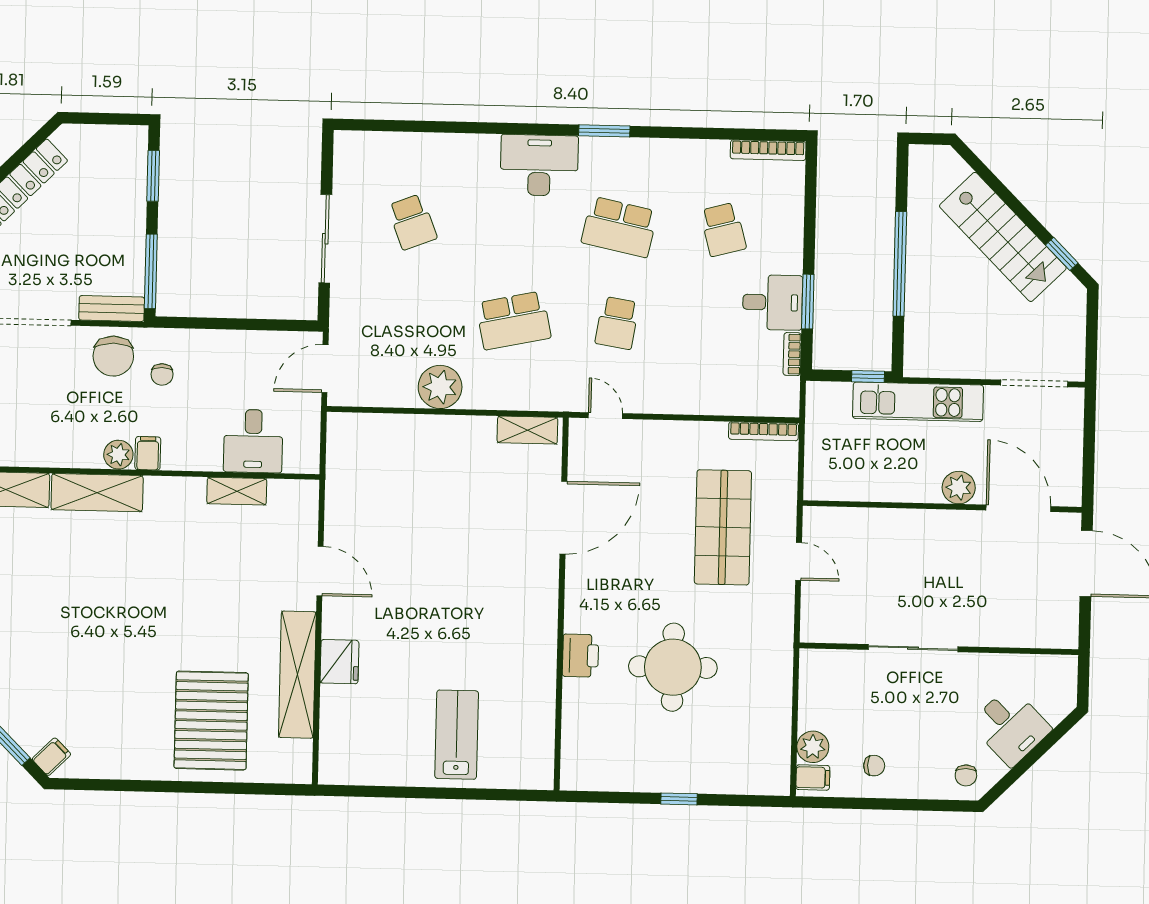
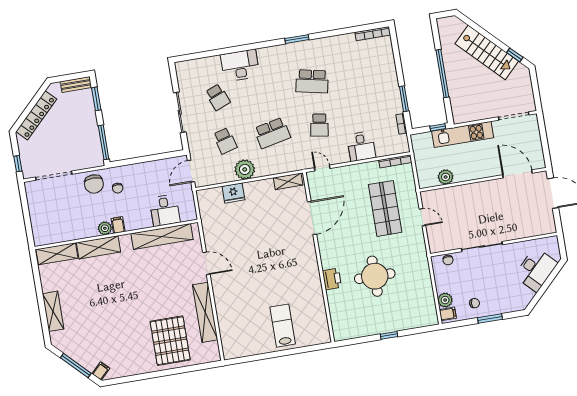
desk: (539, 165) -> (240, 65), moved
school desk: (723, 229) -> (225, 141), moved
desk: (773, 302) -> (361, 146), moved, turned 90
bench: (112, 309) -> (76, 84), moved
plant: (959, 488) -> (446, 177), moved
shelving: (237, 491) -> (162, 236), width x2.20, depth x1.33
fridge: (339, 662) -> (233, 193), moved, turned 90
desk: (1011, 726) -> (536, 269), width x1.37
chair: (966, 775) -> (448, 260), moved
window: (901, 804) -> (490, 318), added

